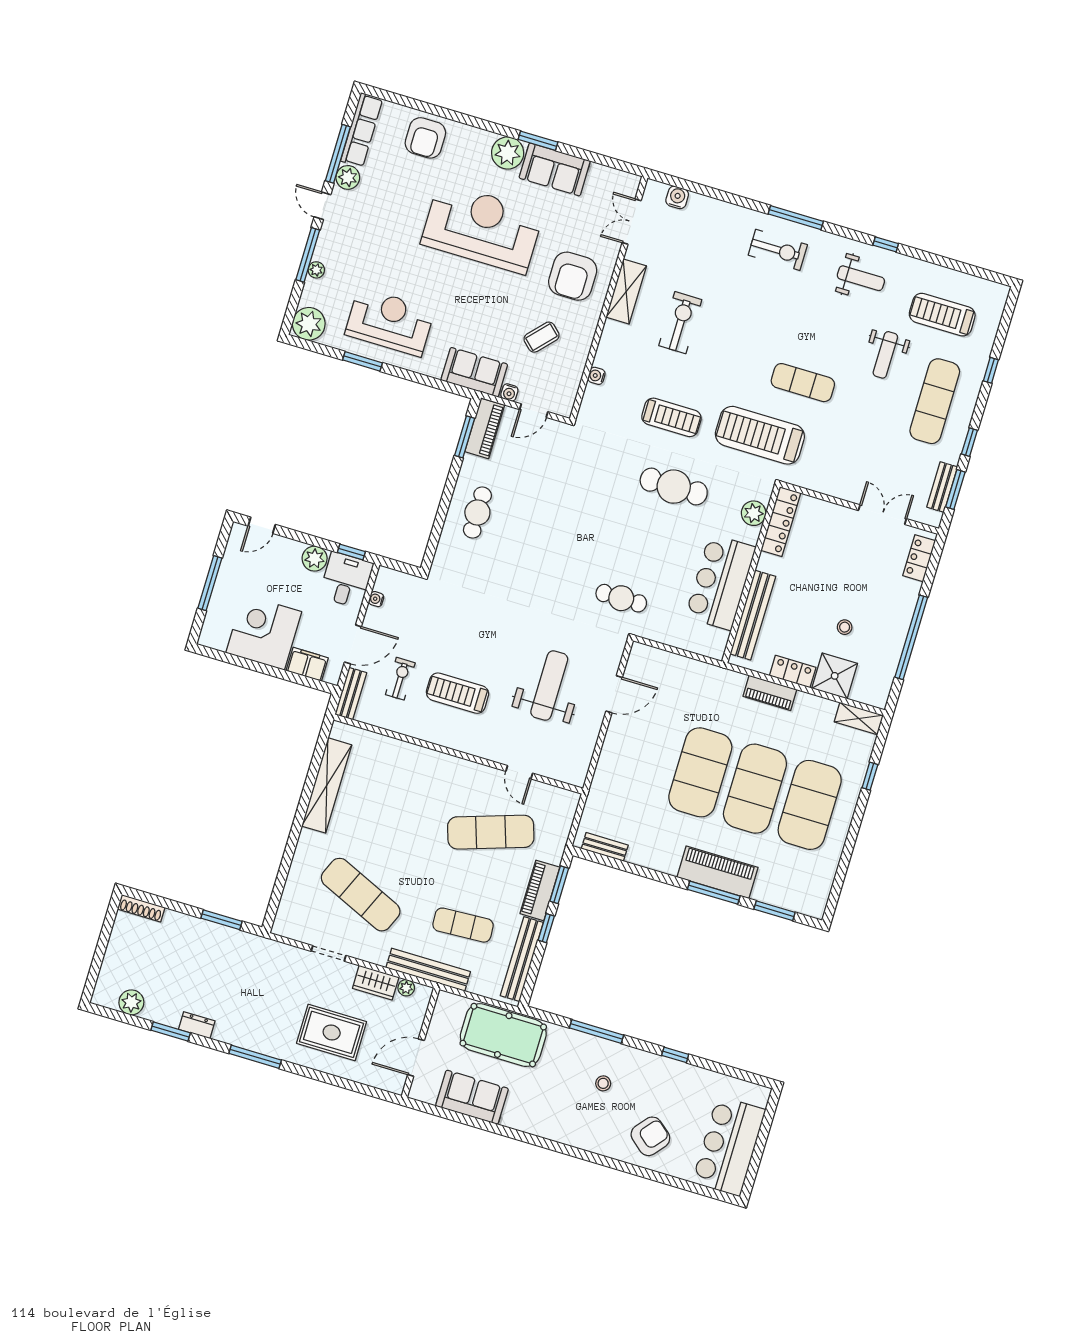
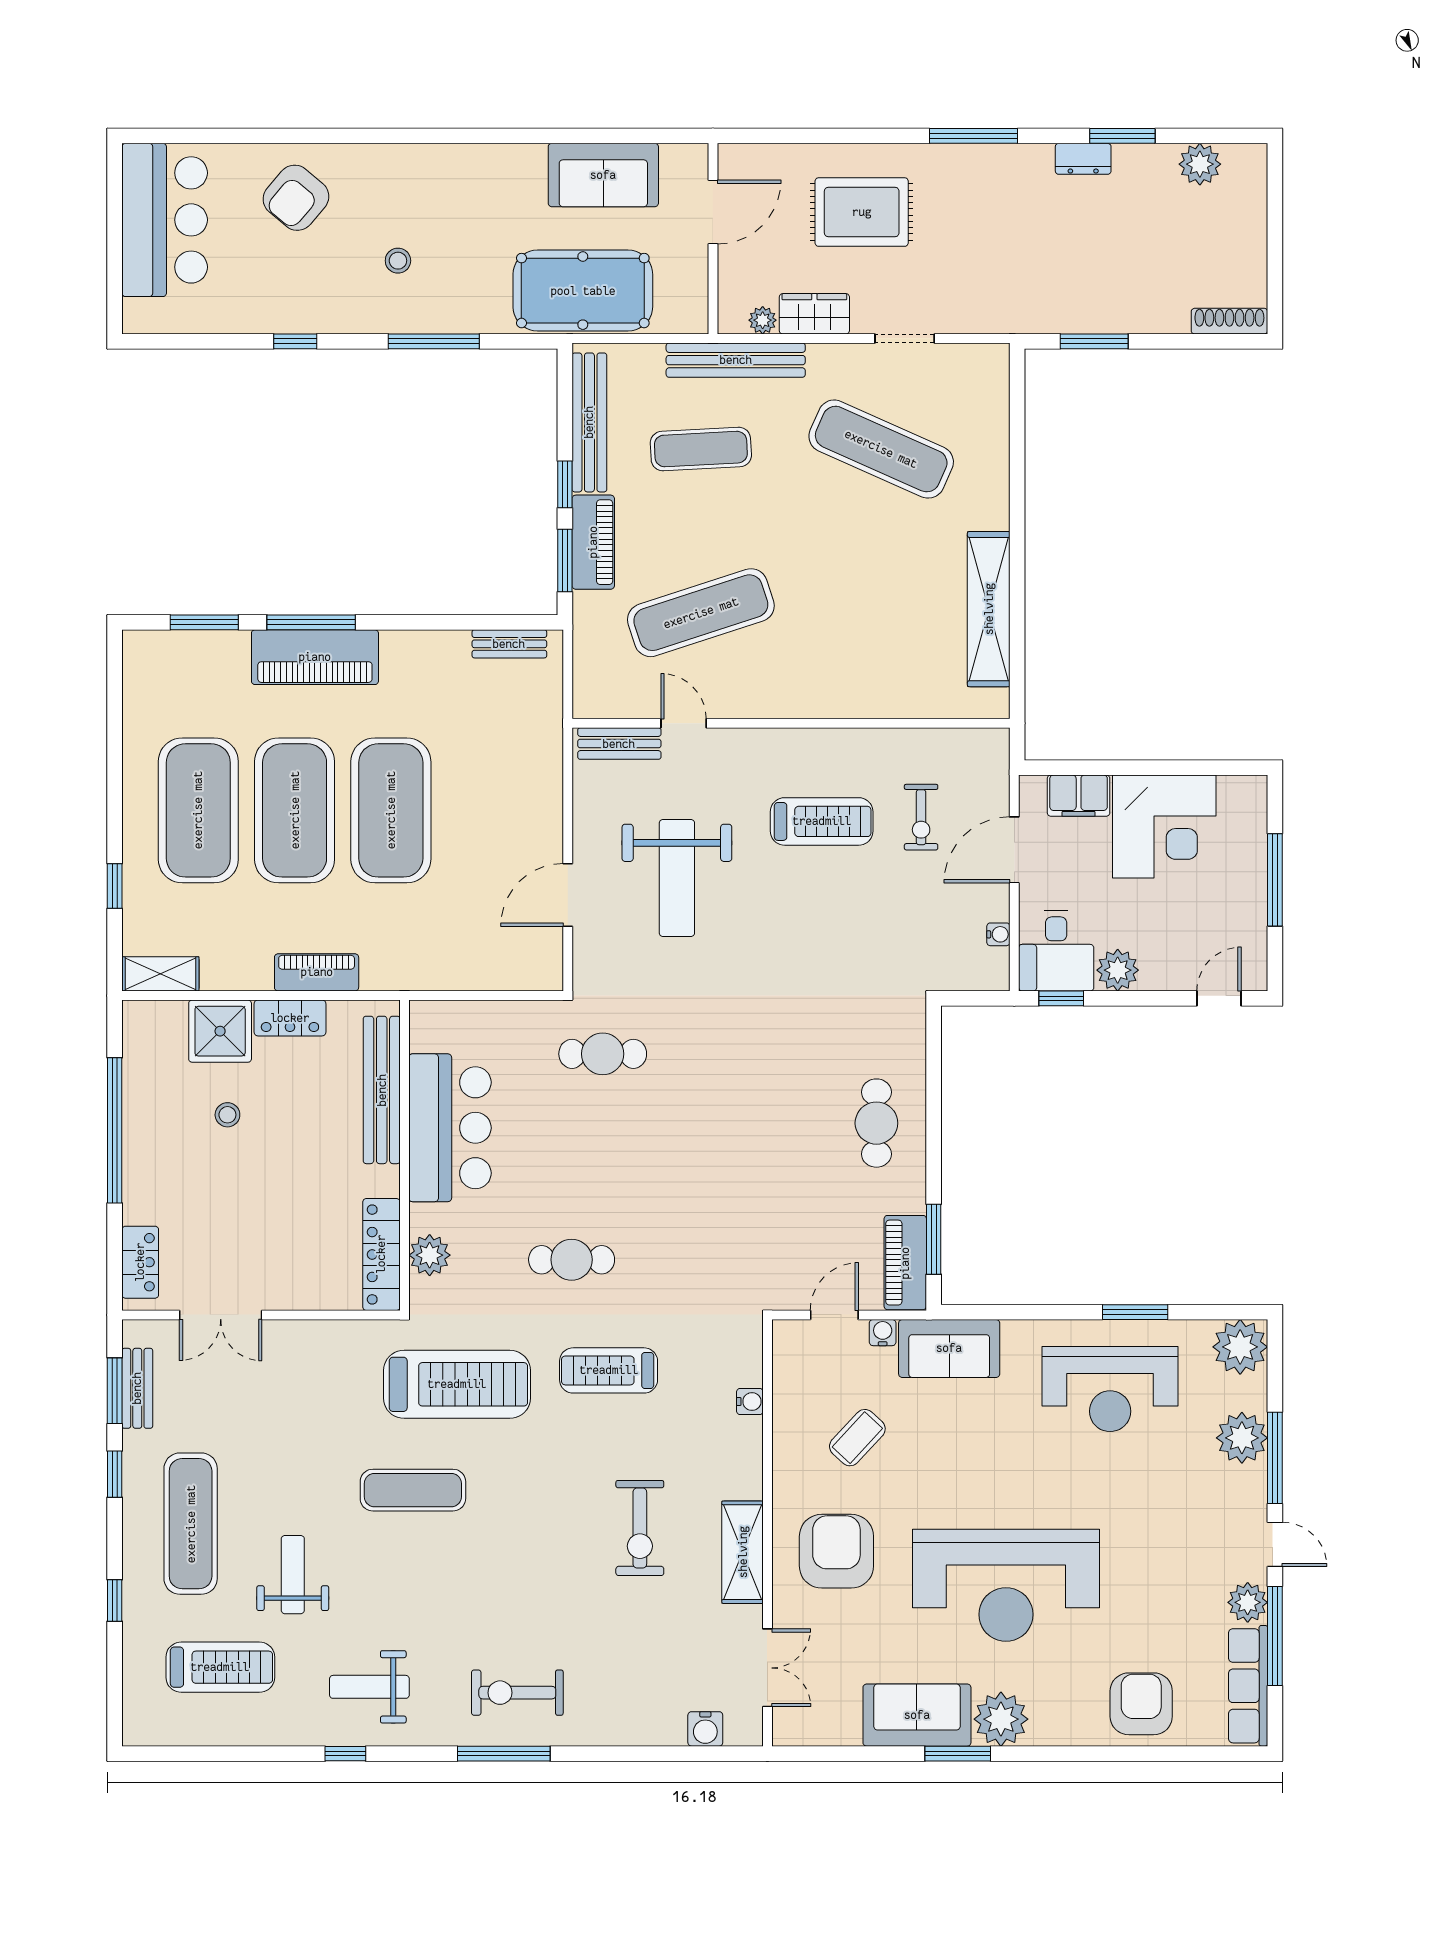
plant: (316, 270) -> (1242, 1438), width x1.88, depth x1.88
cafe table: (674, 487) -> (572, 1260), width x0.73, depth x0.74
bench: (351, 694) -> (619, 744), moved, turned 90

